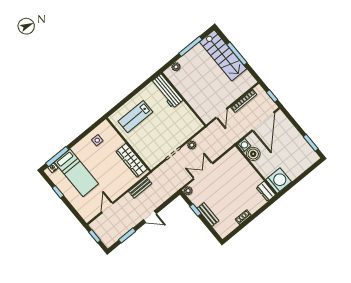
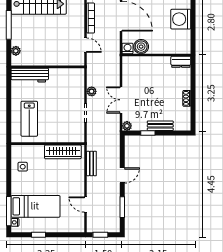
washing machine: (279, 181) -> (181, 19), moved, turned -90

